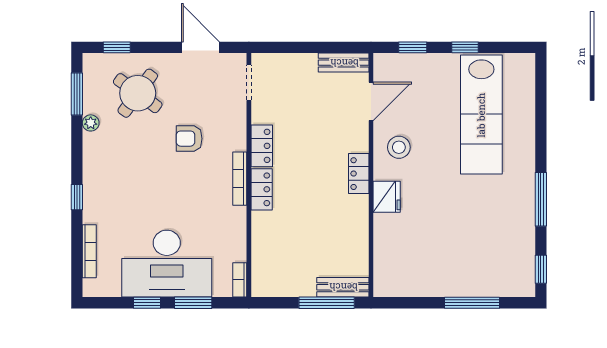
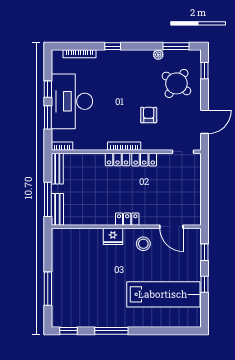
bench: (344, 63) -> (57, 169), moved
lab bench: (481, 115) -> (163, 294), turned 180

